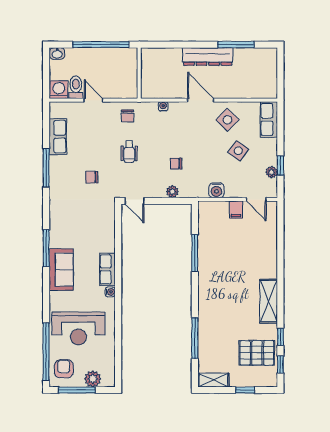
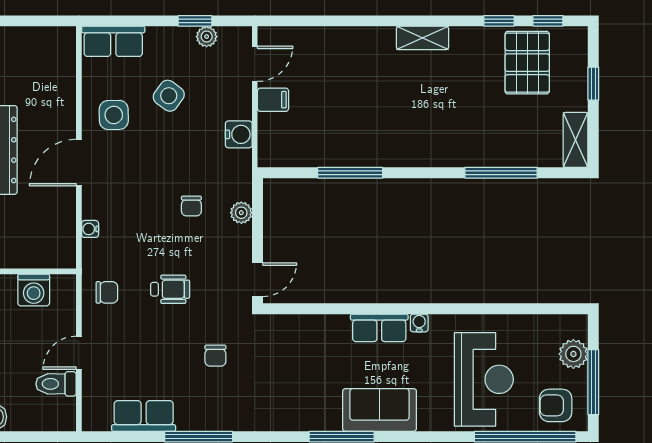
washing machine: (59, 90) -> (34, 290), moved, turned -90
side table: (227, 120) -> (114, 115), turned 45
shelving: (269, 301) -> (422, 38), width x0.67, depth x0.75

